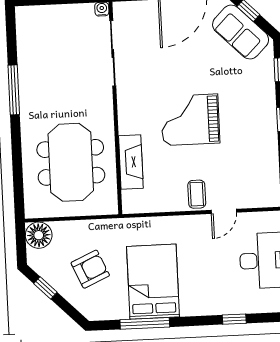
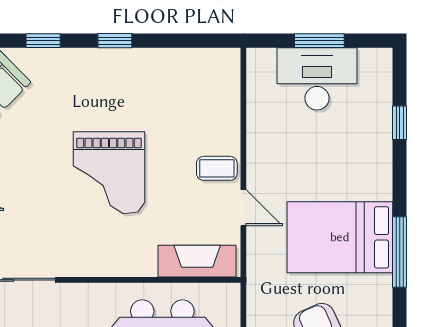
fireplace: (131, 162) -> (197, 261), moved
door: (224, 211) -> (243, 208), moved

